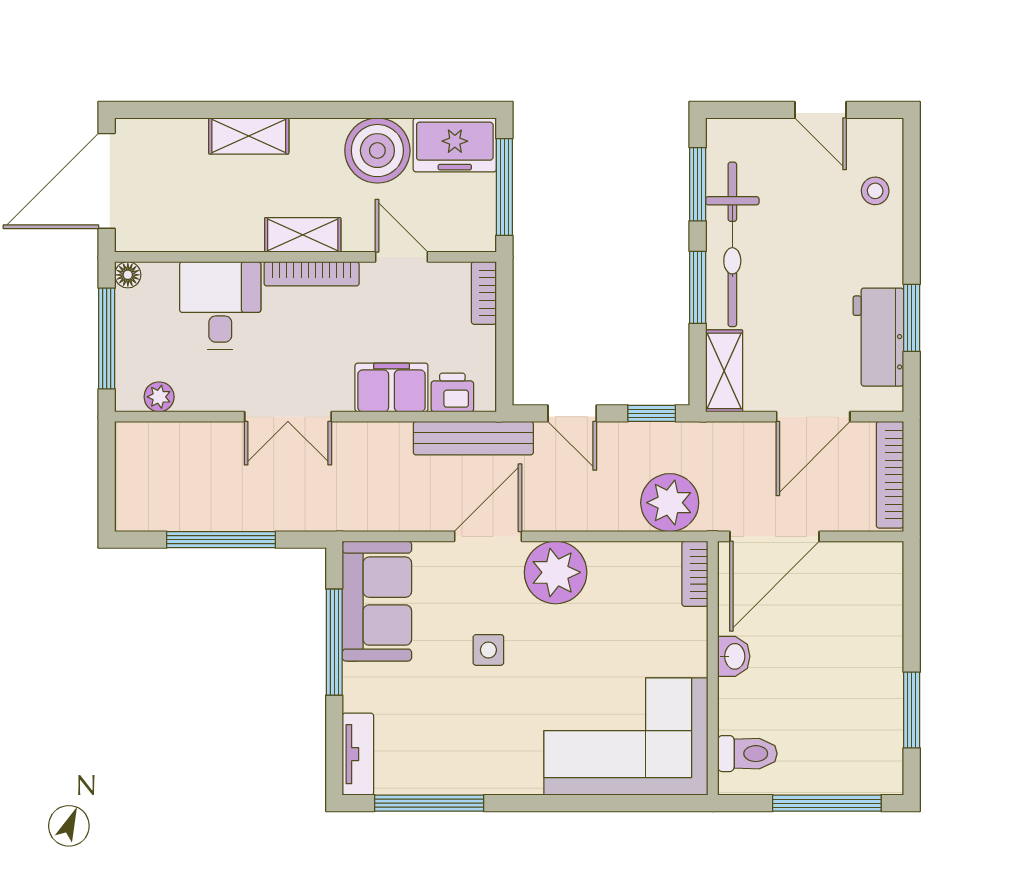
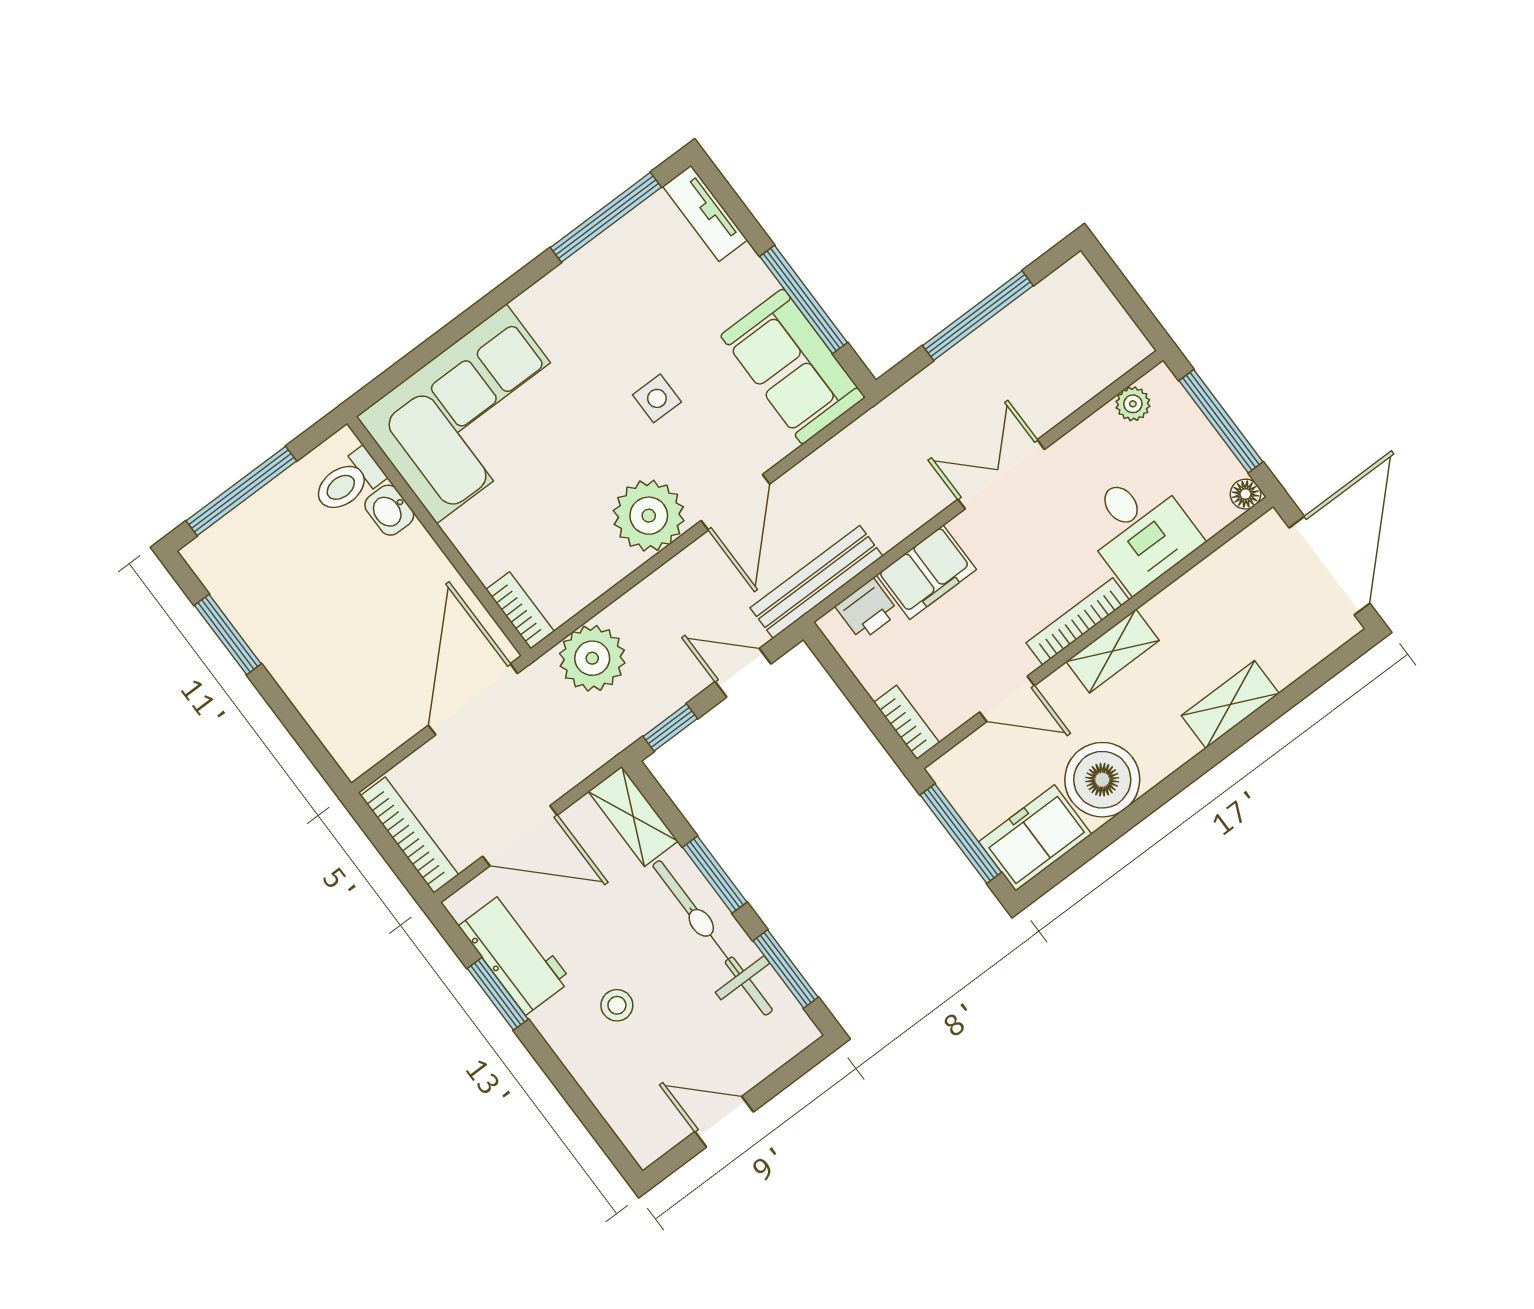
stool: (875, 191) -> (617, 1005), moved
door: (813, 417) -> (520, 836), swing flipped
washbasin: (734, 656) -> (389, 510), moved

